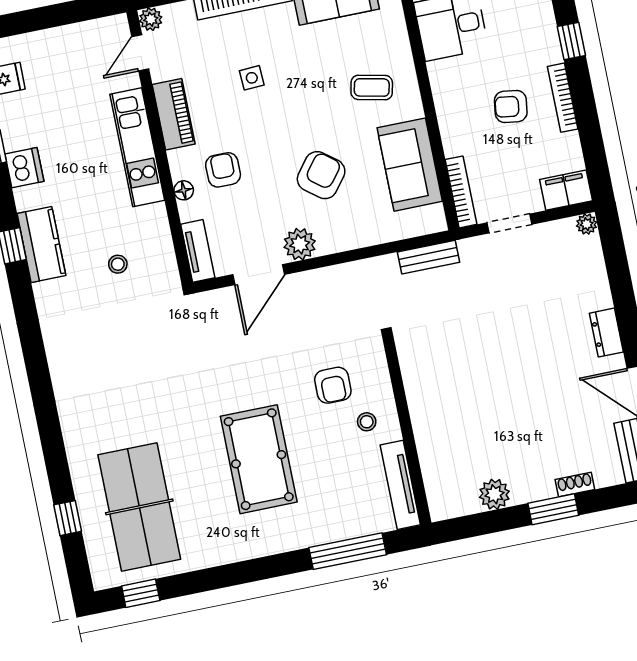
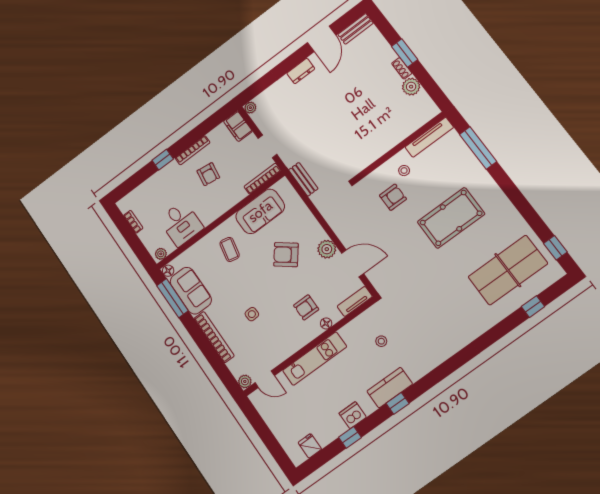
piano: (174, 114) -> (289, 347), removed
shoe rack: (575, 484) -> (402, 68), moved

